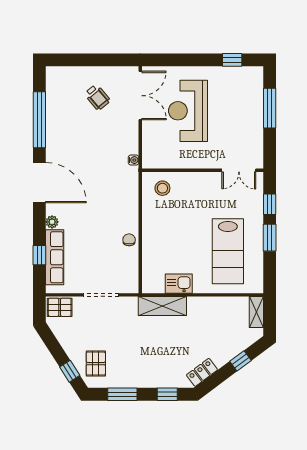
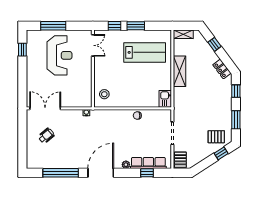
reception desk: (188, 111) -> (59, 55), moved, turned -90
kitchen sink: (179, 284) -> (165, 99), moved
shelving: (162, 306) -> (180, 71), moved

